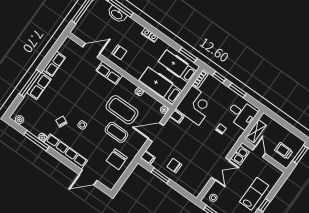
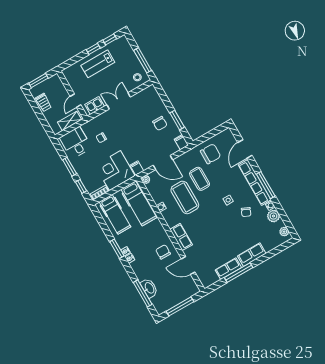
window: (188, 55) -> (117, 249), moved
window: (30, 83) -> (239, 273), moved
plant: (35, 129) -> (273, 216), added
window: (37, 141) -> (266, 185), moved
trolley: (284, 151) -> (43, 102), moved
door: (88, 177) -> (245, 149), swing flipped

